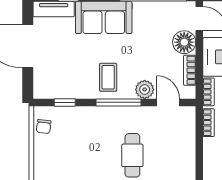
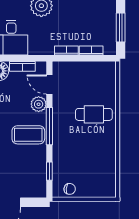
coffee table: (108, 77) -> (28, 135), width x1.36, depth x1.30
bookcase: (209, 92) -> (91, 51), moved
door: (168, 102) -> (49, 84), hinge flipped

